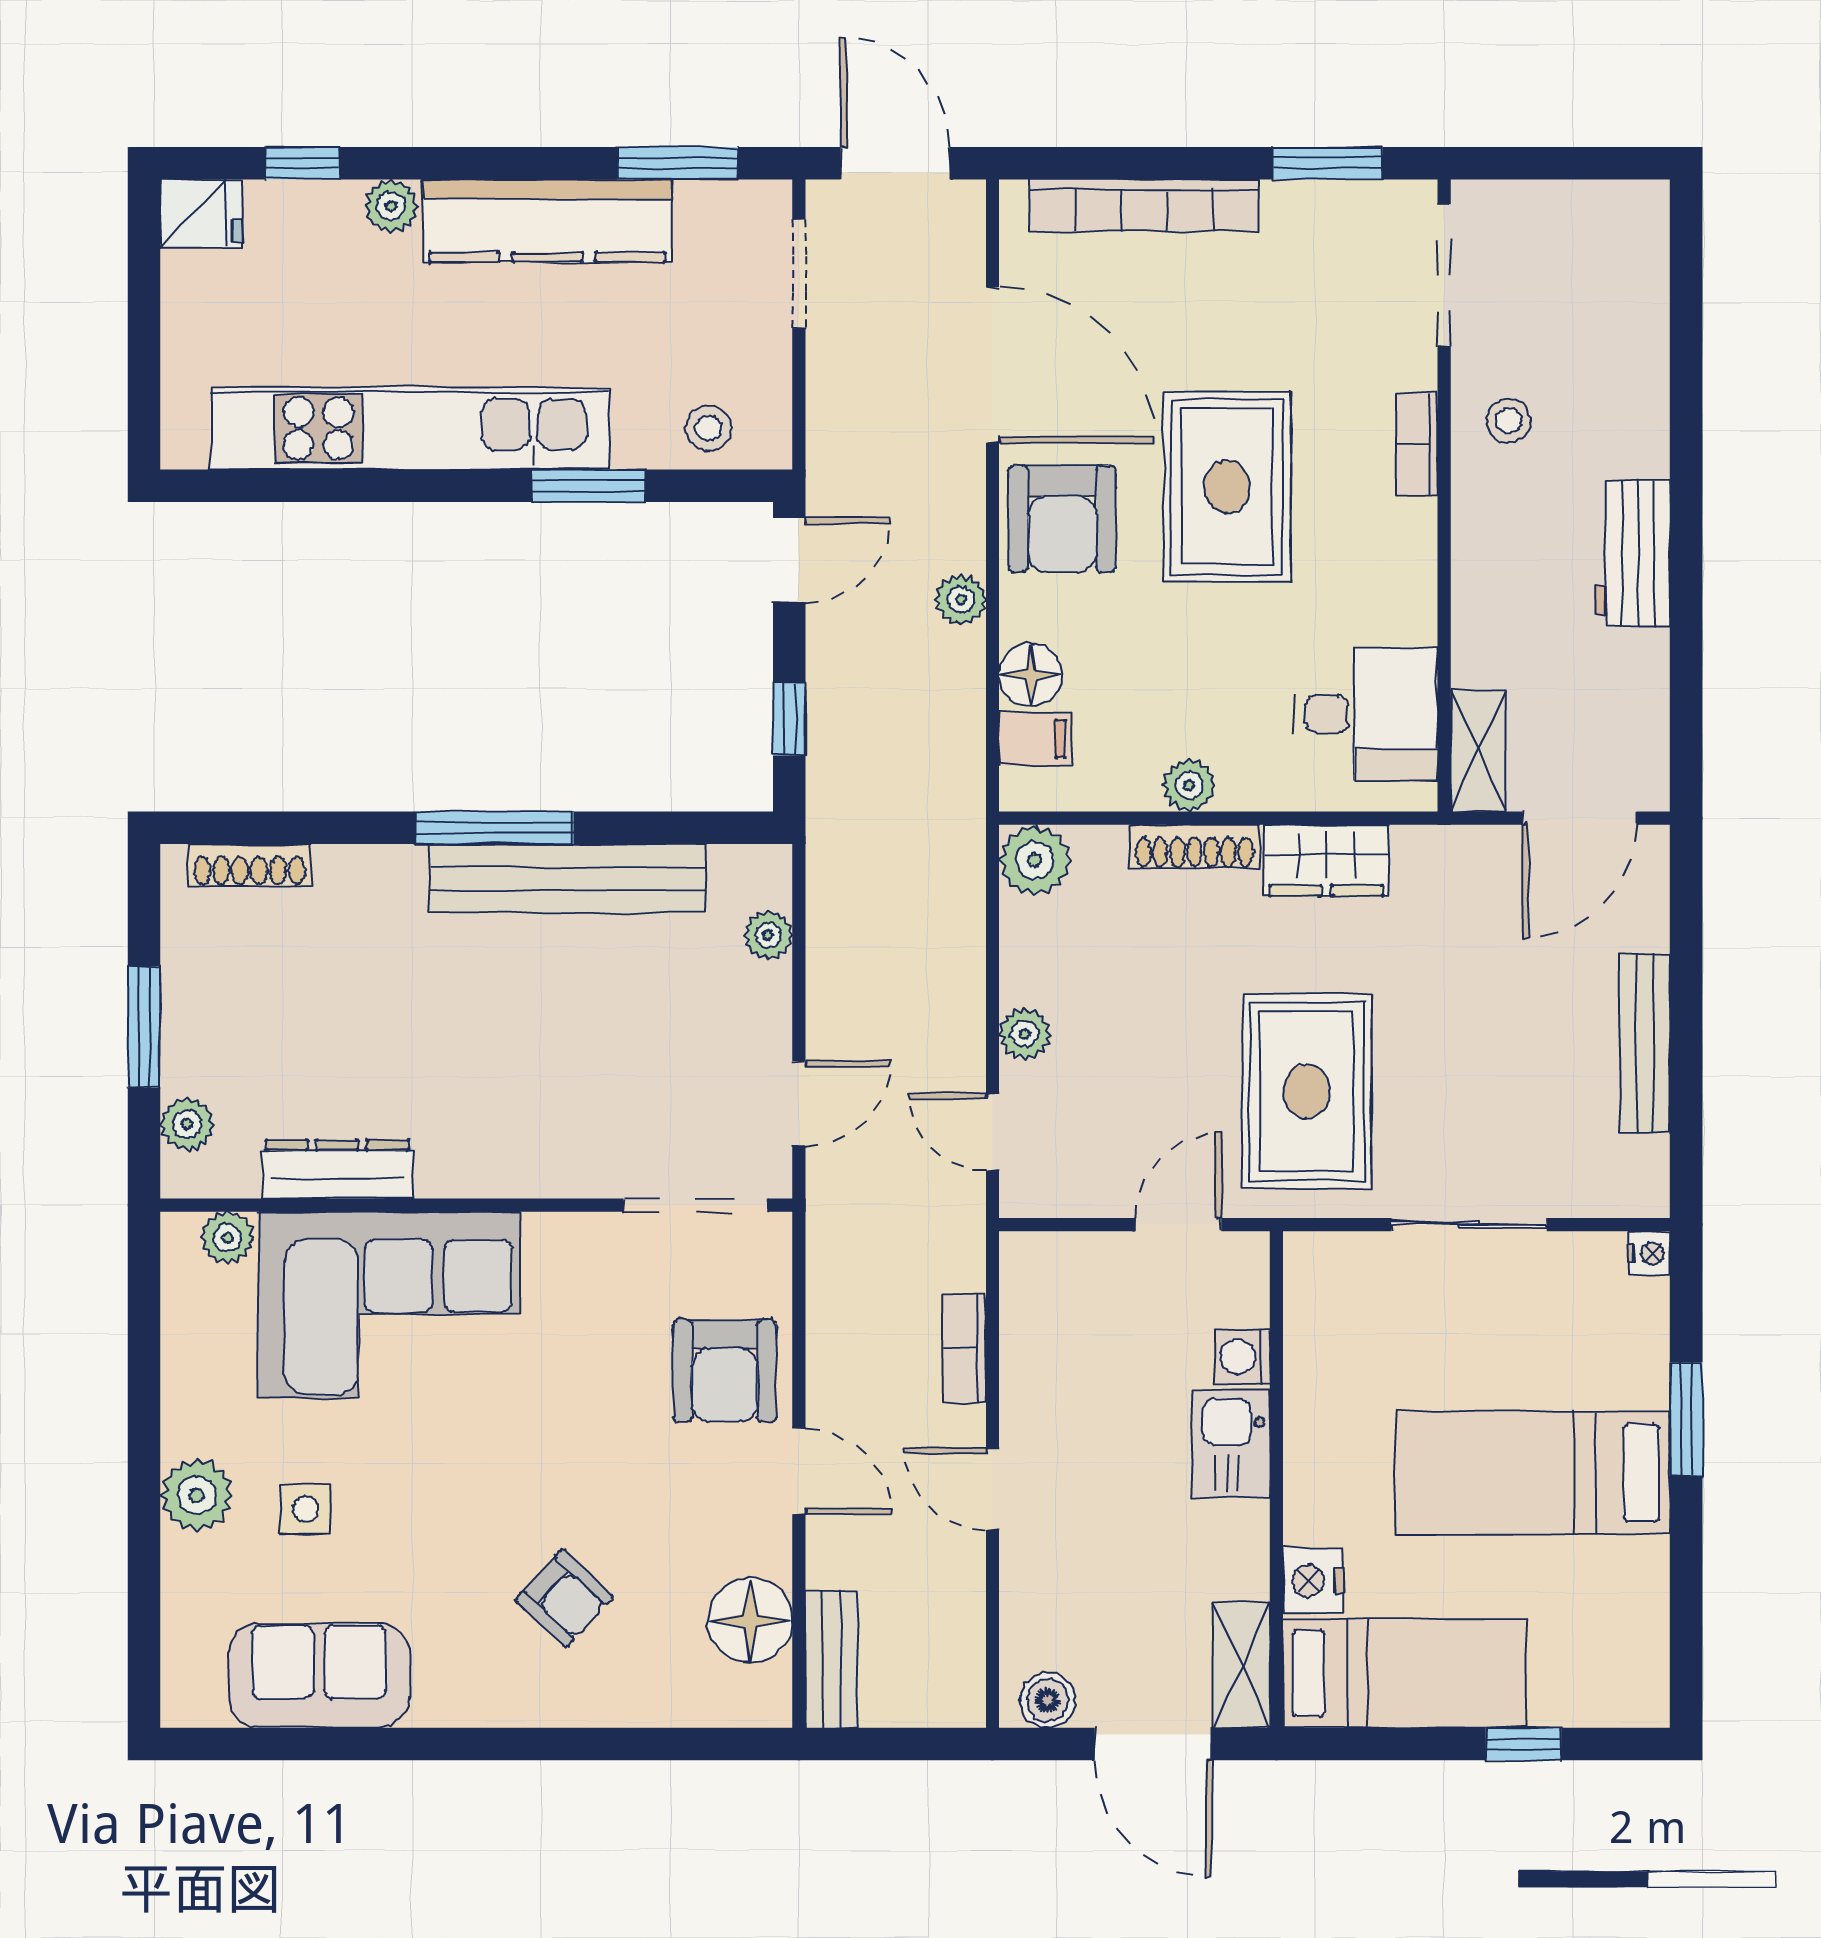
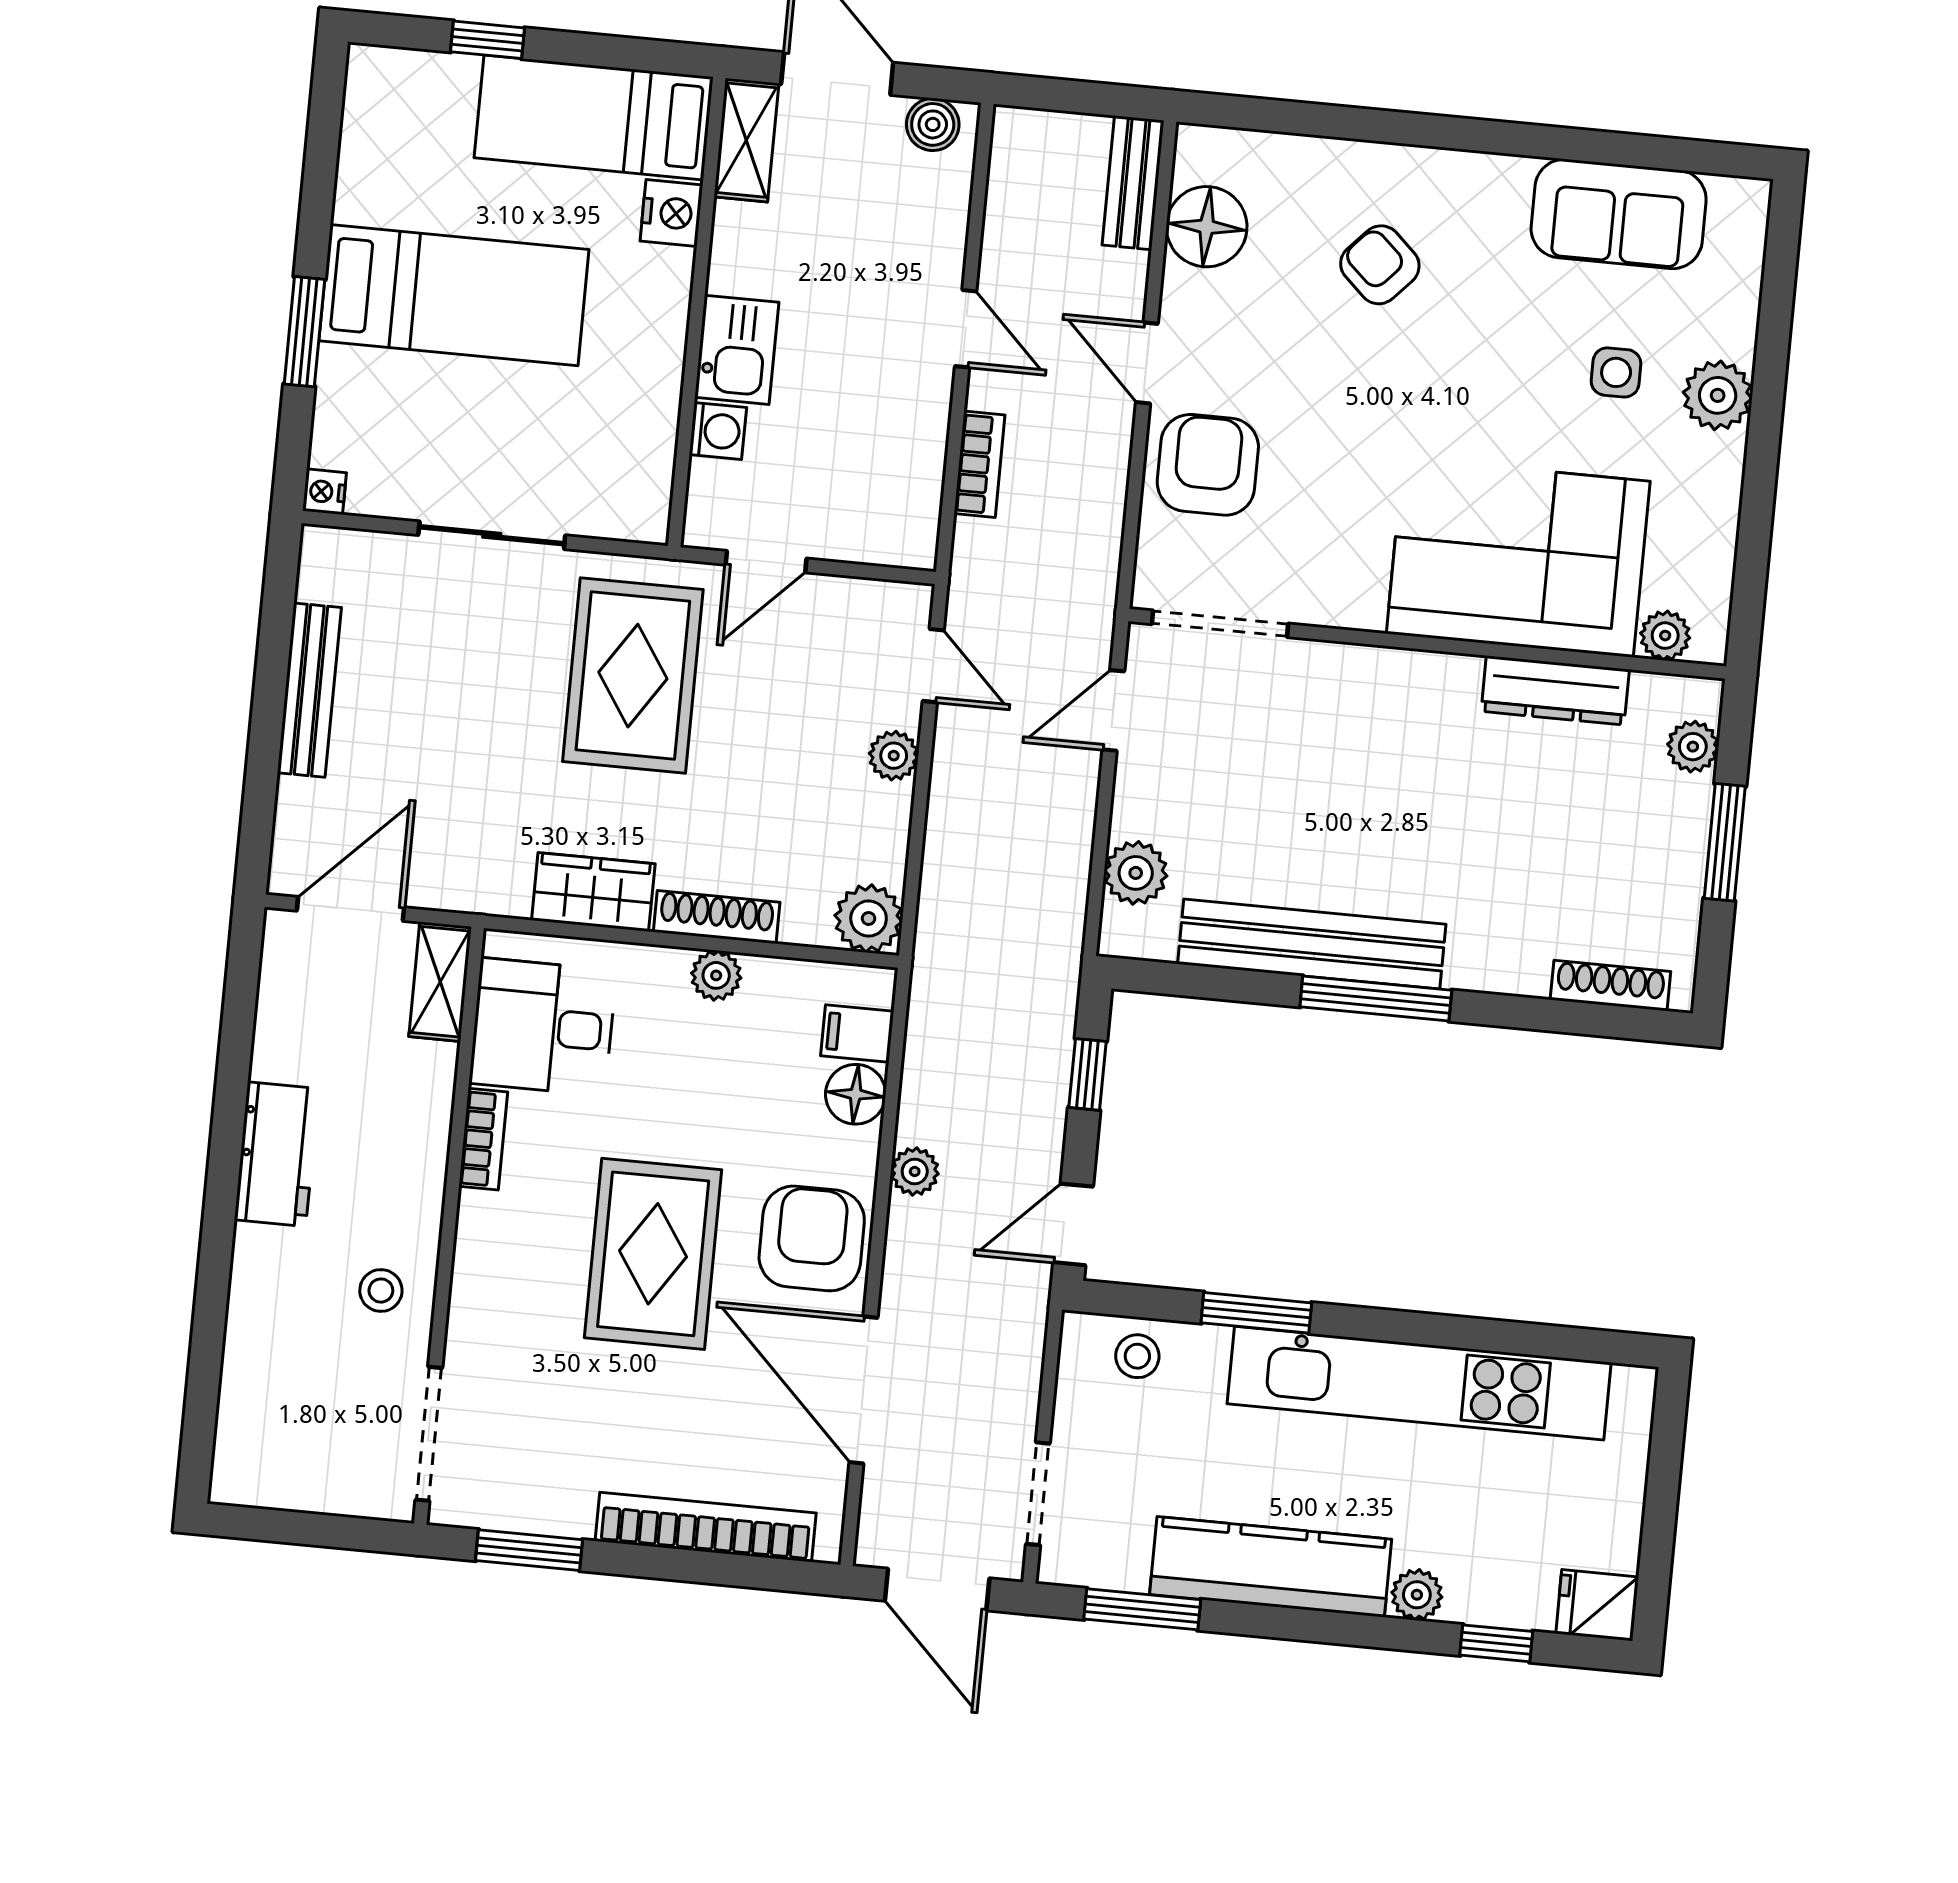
bookcase: (1417, 444) -> (483, 1139), moved
plant: (768, 935) -> (1136, 873), width x1.38, depth x1.38

